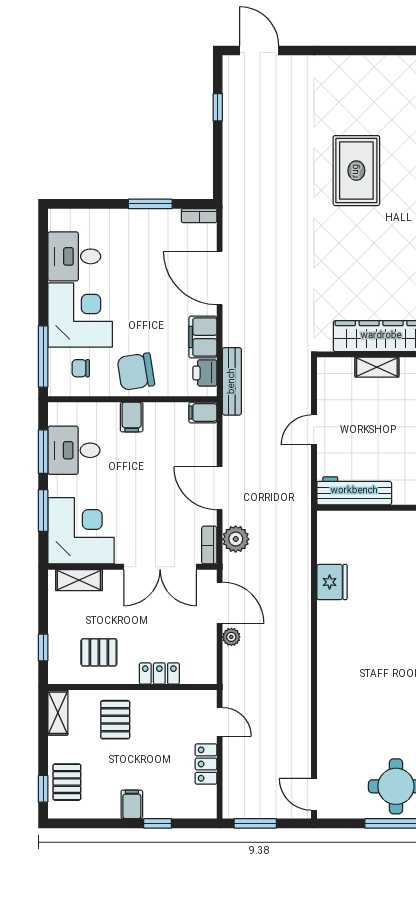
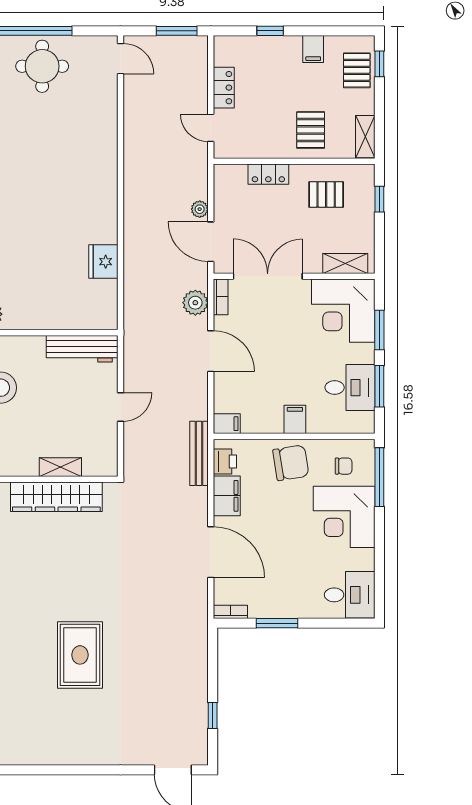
desk: (74, 256) -> (350, 595), moved
filing cabinet: (132, 804) -> (313, 49), moved

